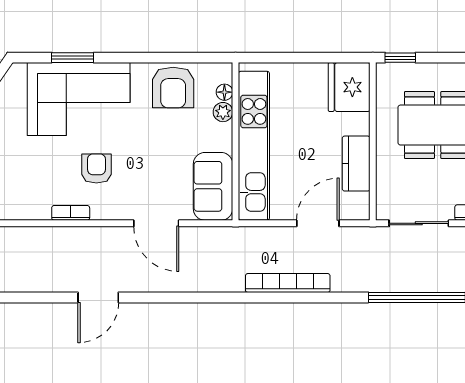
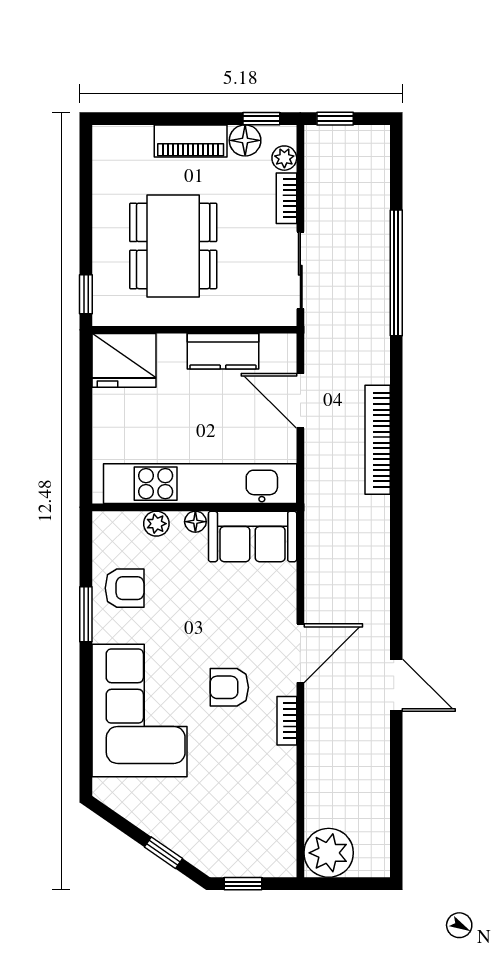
window: (73, 58) -> (86, 614), moved
armchair: (173, 87) -> (125, 588), width x0.72, depth x0.72
floor lamp: (224, 92) -> (195, 522), moved
door: (156, 223) -> (300, 653), moved

